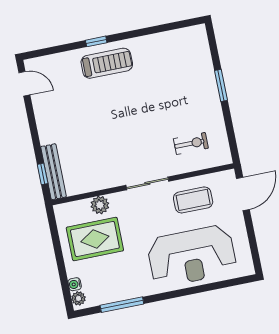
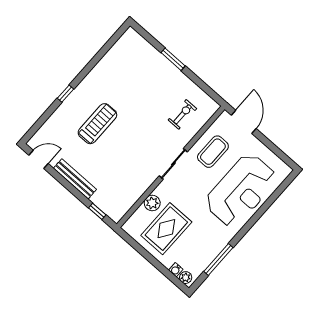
treadmill: (107, 63) -> (97, 124), moved
bench: (54, 172) -> (75, 179), moved

